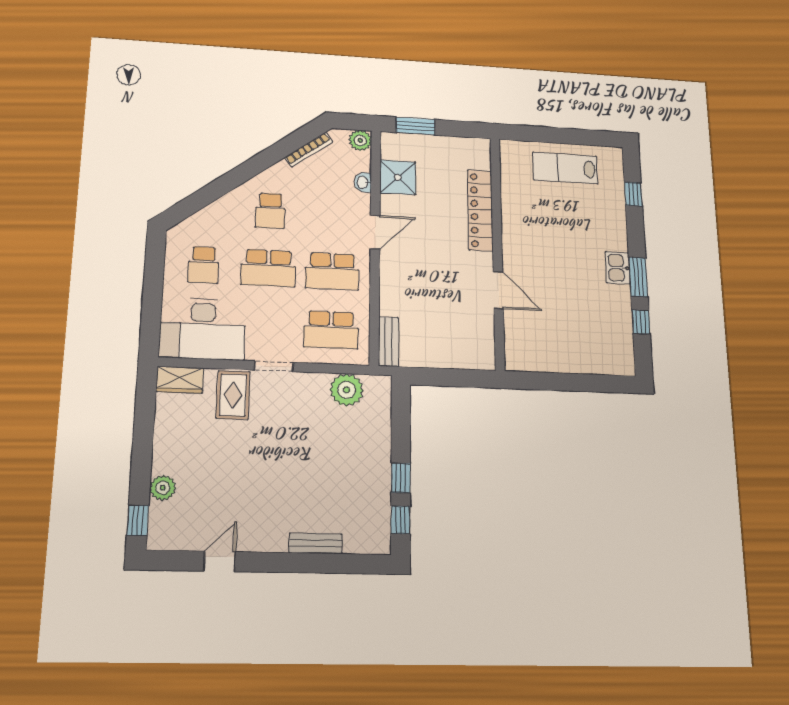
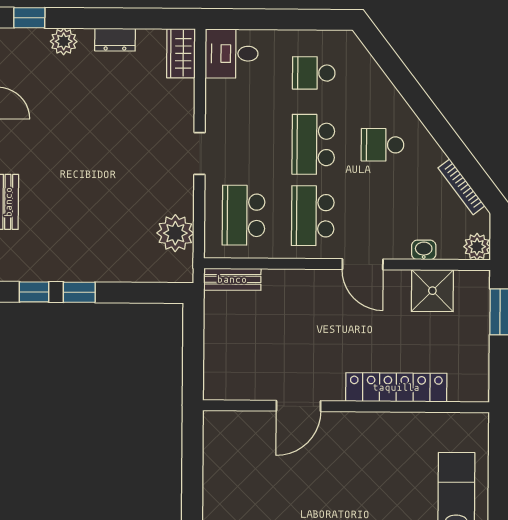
desk: (203, 329) -> (232, 54), width x0.53, depth x0.77
rug: (233, 395) -> (166, 111), removed
dresser: (164, 440) -> (115, 40), added

